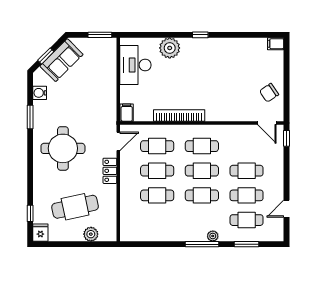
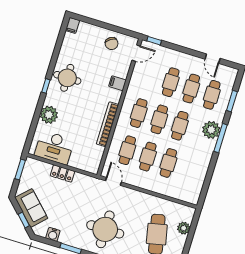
round table: (216, 56) -> (67, 78), added
filing cabinet: (127, 113) -> (117, 83), moved
locker: (110, 171) -> (63, 173), moved
plant: (213, 236) -> (211, 130), width x1.88, depth x1.88

